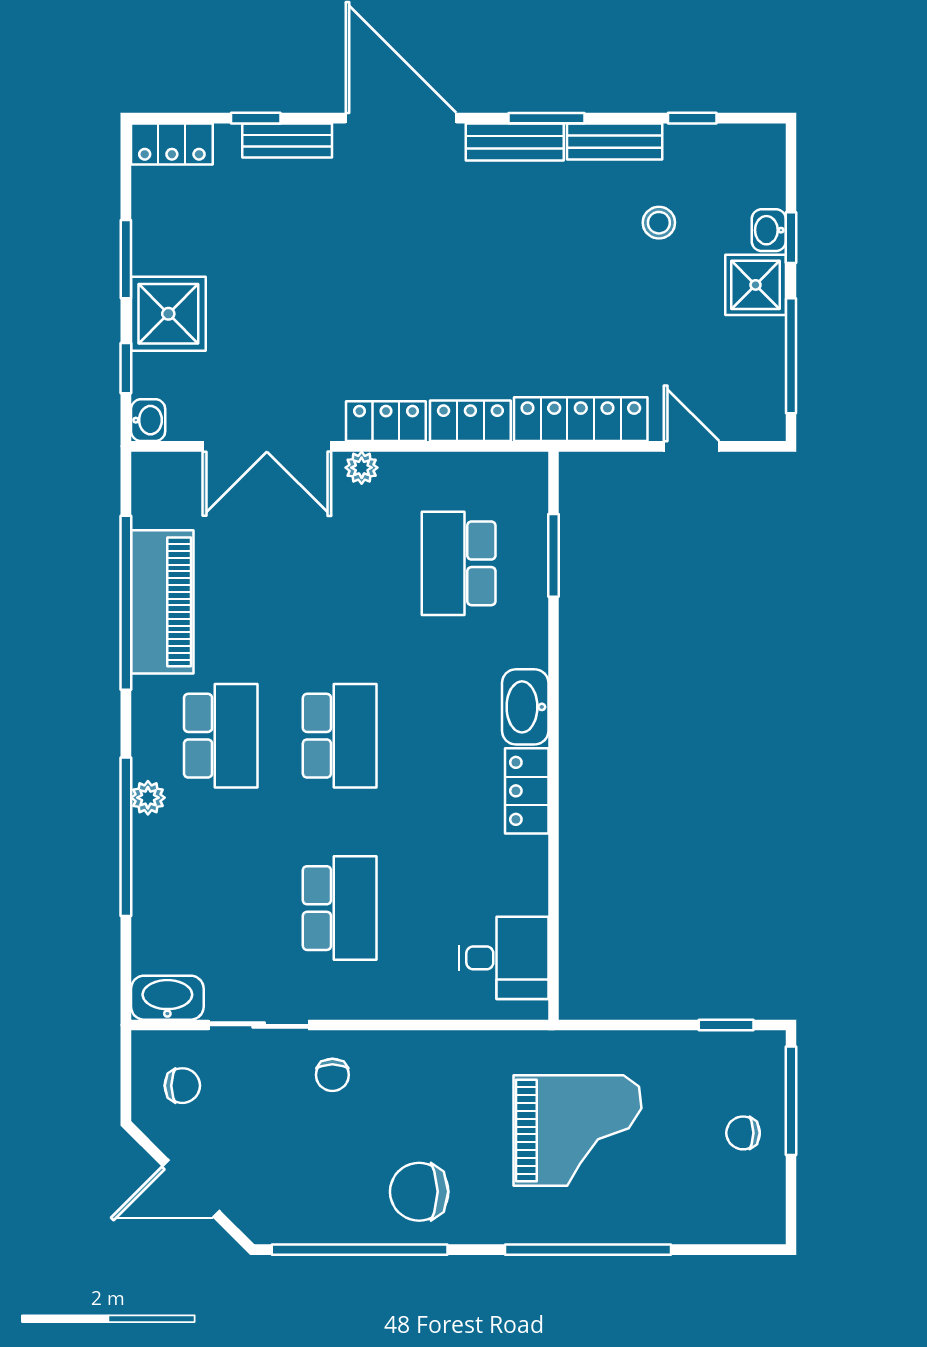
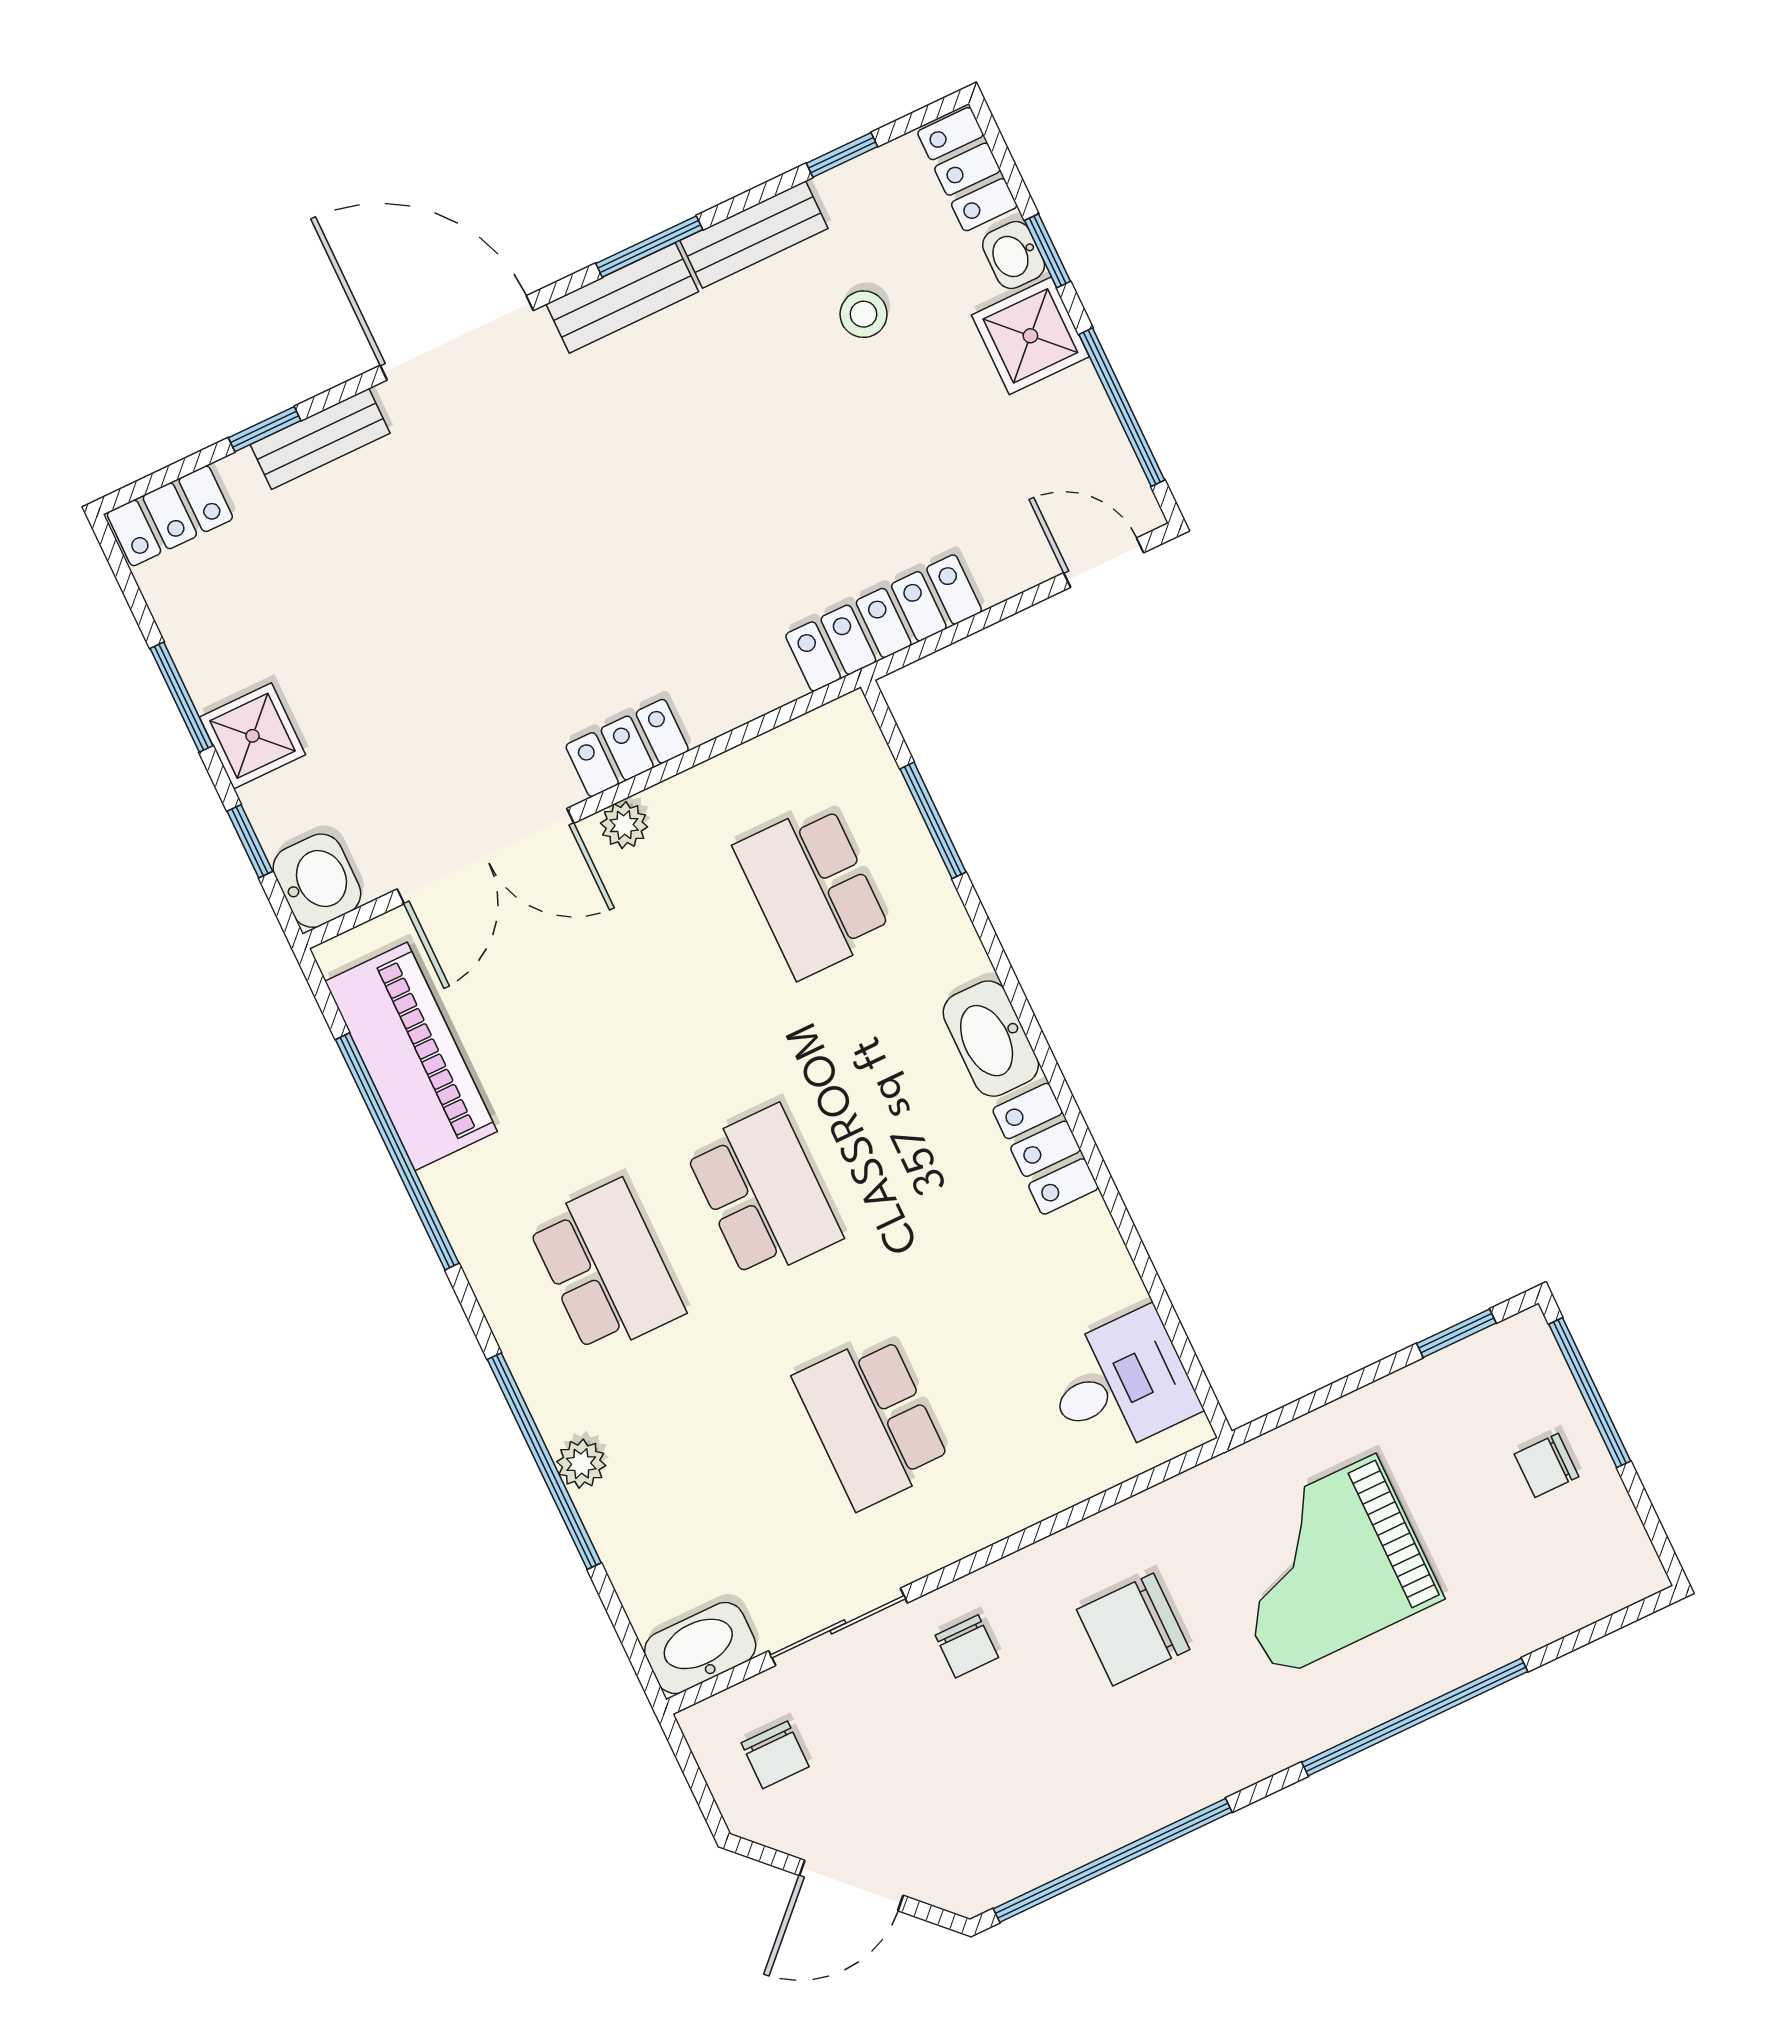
shower: (168, 314) -> (253, 736), width x0.73, depth x0.73
washbasin: (148, 420) -> (317, 881), width x1.38, depth x1.45
locker: (470, 421) -> (967, 169), moved, turned -90
door: (691, 446) -> (1104, 563), moved
piano: (162, 602) -> (411, 1056), moved
plant: (148, 798) -> (581, 1464), moved
school desk: (340, 908) -> (872, 1421), turned 180
chair: (182, 1086) -> (775, 1755), turned 90
grand piano: (577, 1131) -> (1326, 1566), turned 180
chair: (419, 1192) -> (1133, 1630), moved

